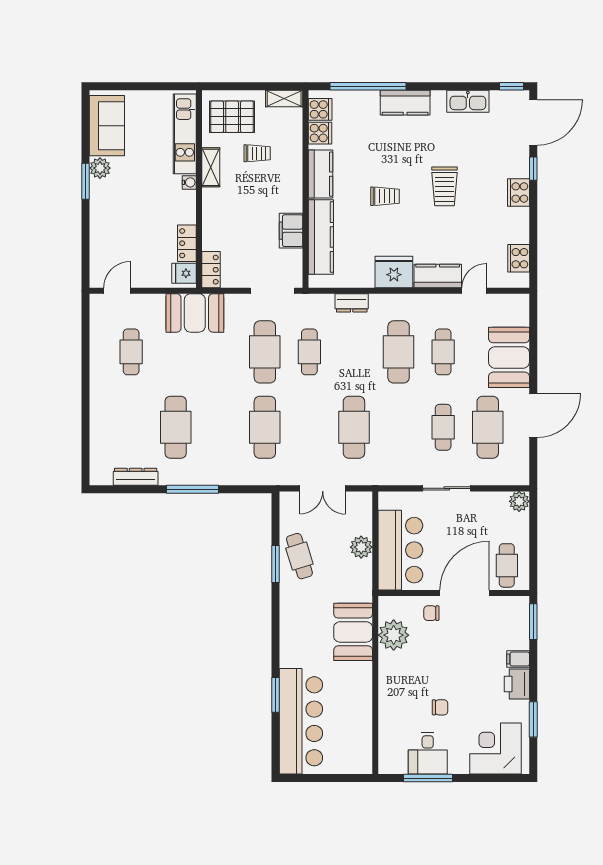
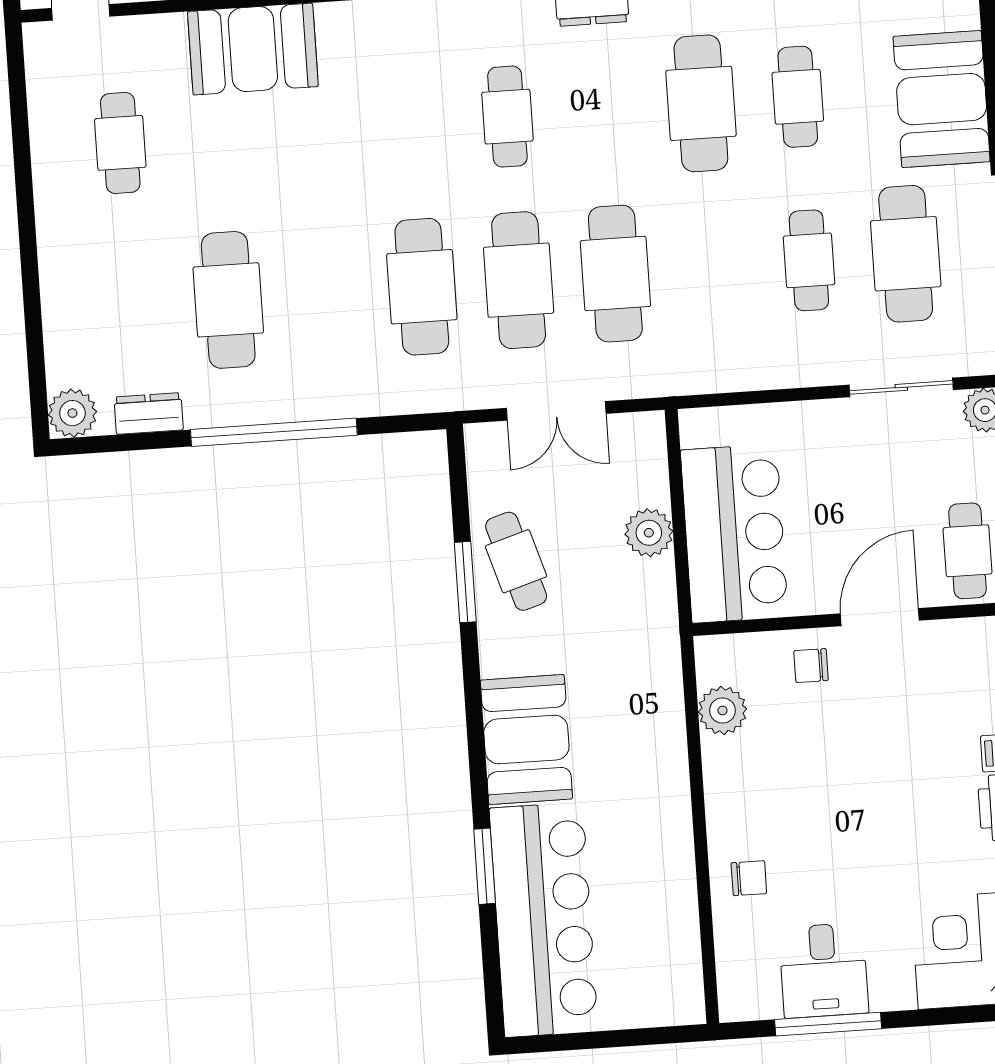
cafe table: (265, 352) -> (519, 280), moved
plant: (101, 474) -> (72, 413), added
dresser: (136, 477) -> (149, 413), width x0.70
sliding door: (447, 488) -> (901, 387), moved
window: (192, 489) -> (274, 432), width x1.46
door: (465, 593) -> (880, 617), width x0.73
booth: (353, 632) -> (526, 739), moved
plant: (394, 635) -> (722, 710), width x0.73, depth x0.73
chair: (440, 707) -> (749, 878), moved

